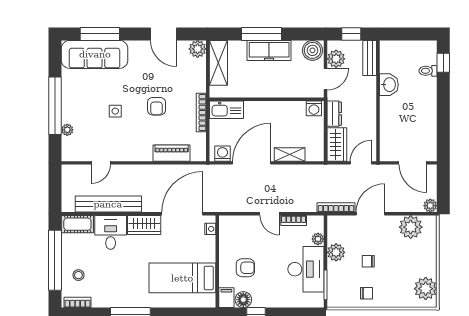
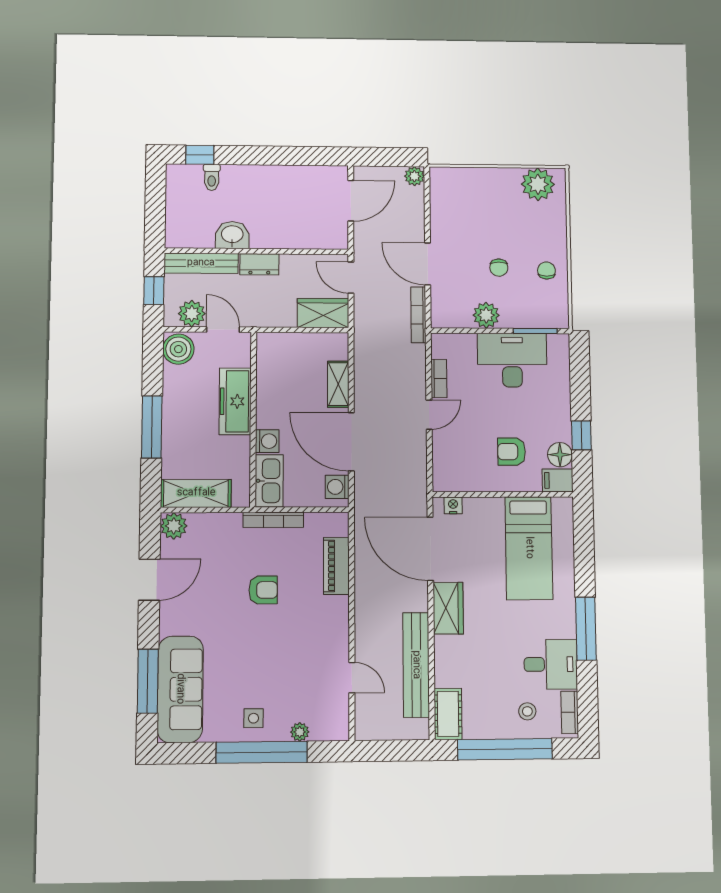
freezer: (269, 51) -> (235, 401), moved, turned 180
bench: (370, 58) -> (201, 263), width x1.36
washing machine: (314, 108) -> (267, 441), moved
side table: (115, 111) -> (254, 718), moved
dresser: (334, 114) -> (259, 264), moved, turned 180
plant: (411, 227) -> (447, 205), removed
desk: (111, 232) -> (551, 664), moved, turned 180
plant: (318, 239) -> (466, 342), removed
armchair: (245, 268) -> (512, 452), turned -90

